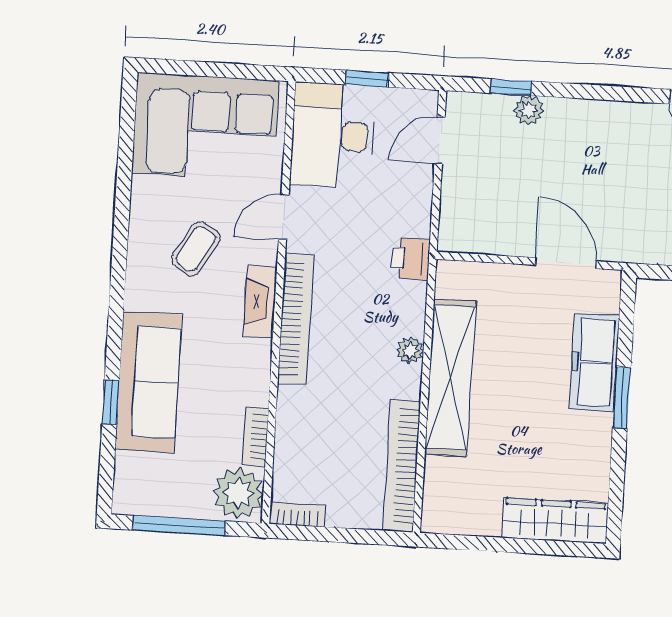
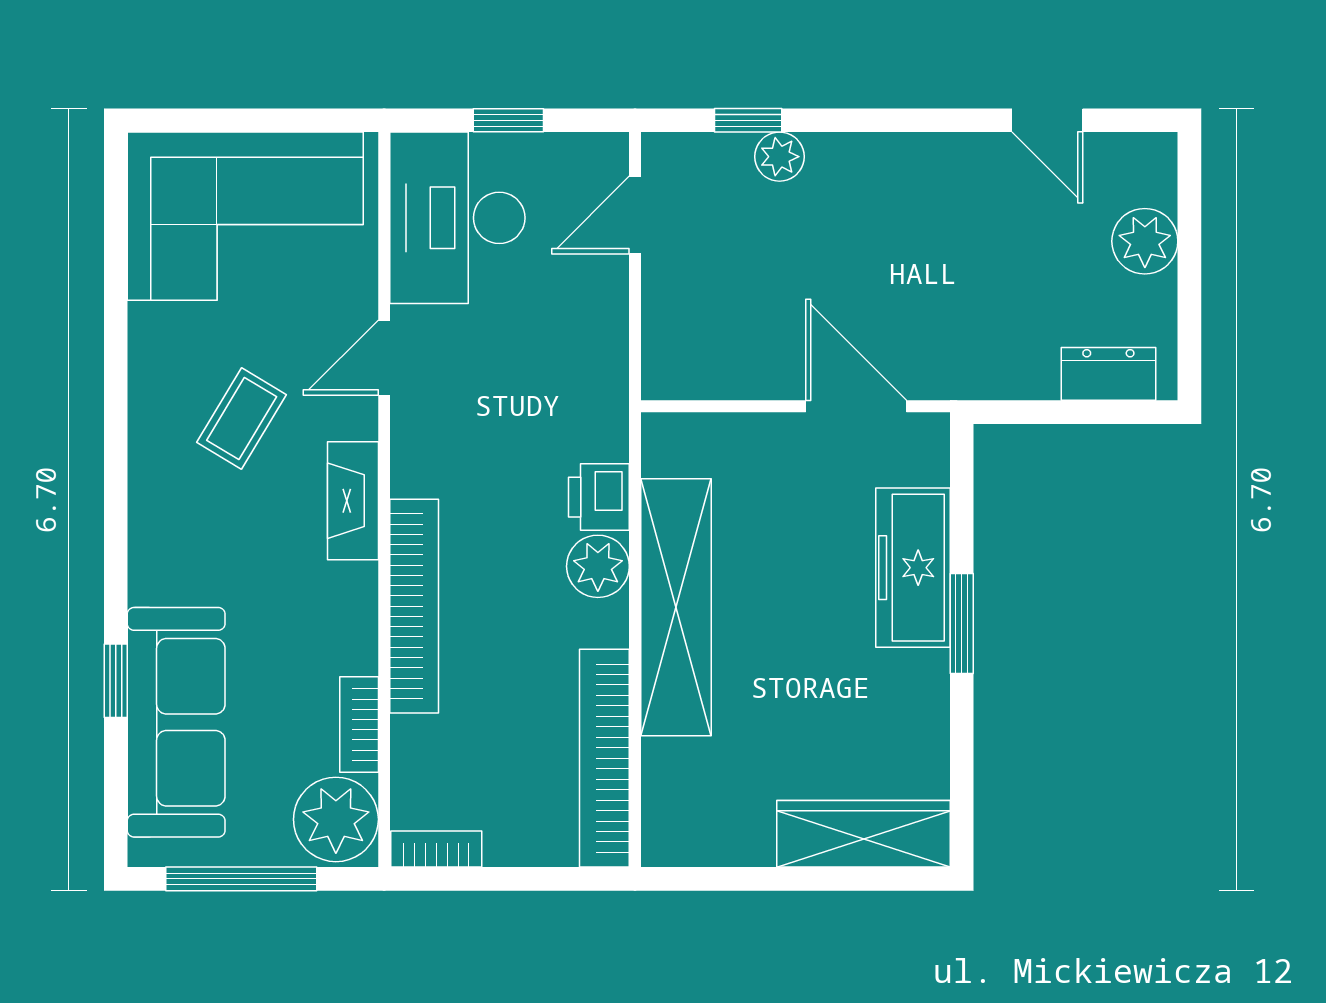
printer: (411, 259) -> (599, 497), moved
bookcase: (296, 319) -> (414, 606), moved
plant: (410, 350) -> (598, 566), width x1.38, depth x1.38
sofa: (148, 382) -> (176, 722), moved

